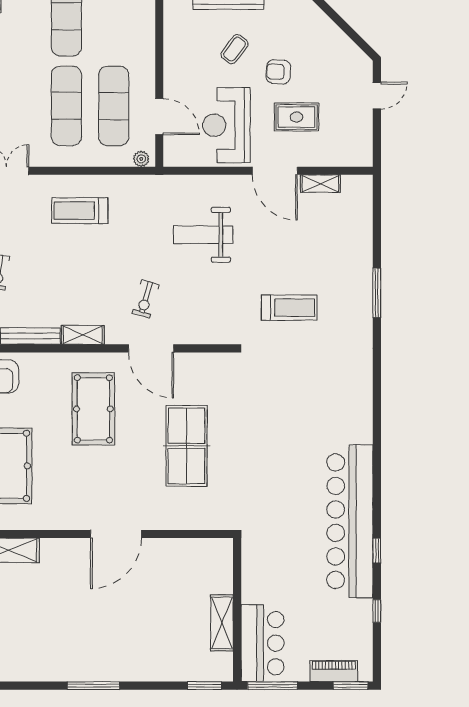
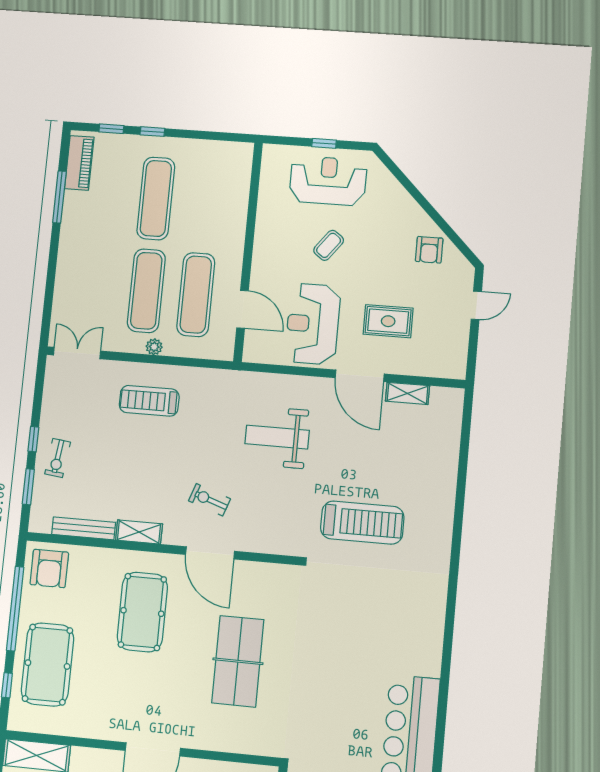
armchair: (278, 72) -> (429, 250), moved, turned -94
plant: (141, 159) -> (154, 347), moved
window: (377, 293) -> (459, 515), removed
exercise bike: (146, 299) -> (209, 500), turned 93
treadmill: (289, 308) -> (362, 523), width x1.37, depth x1.38

